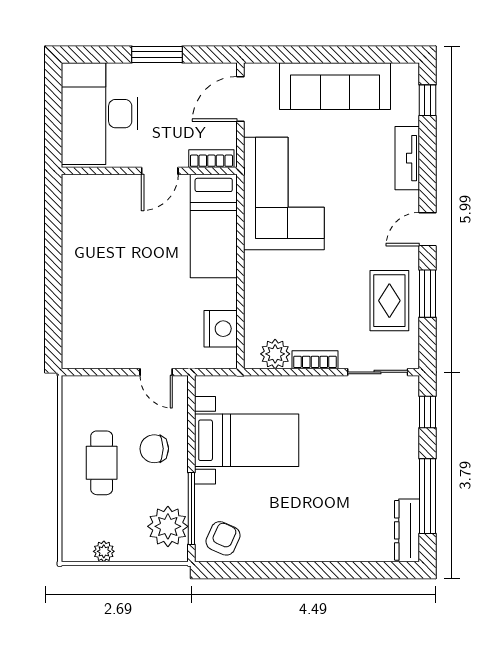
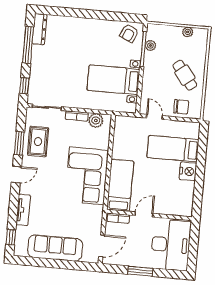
corner sofa: (284, 193) -> (87, 176), moved
bed: (113, 311) -> (173, 149), added
nightstand: (221, 329) -> (188, 171), moved, turned 180
chair: (154, 449) -> (181, 107), moved
cafe table: (102, 463) -> (185, 75), turned -37
plant: (168, 526) -> (150, 46), width x0.53, depth x0.53

